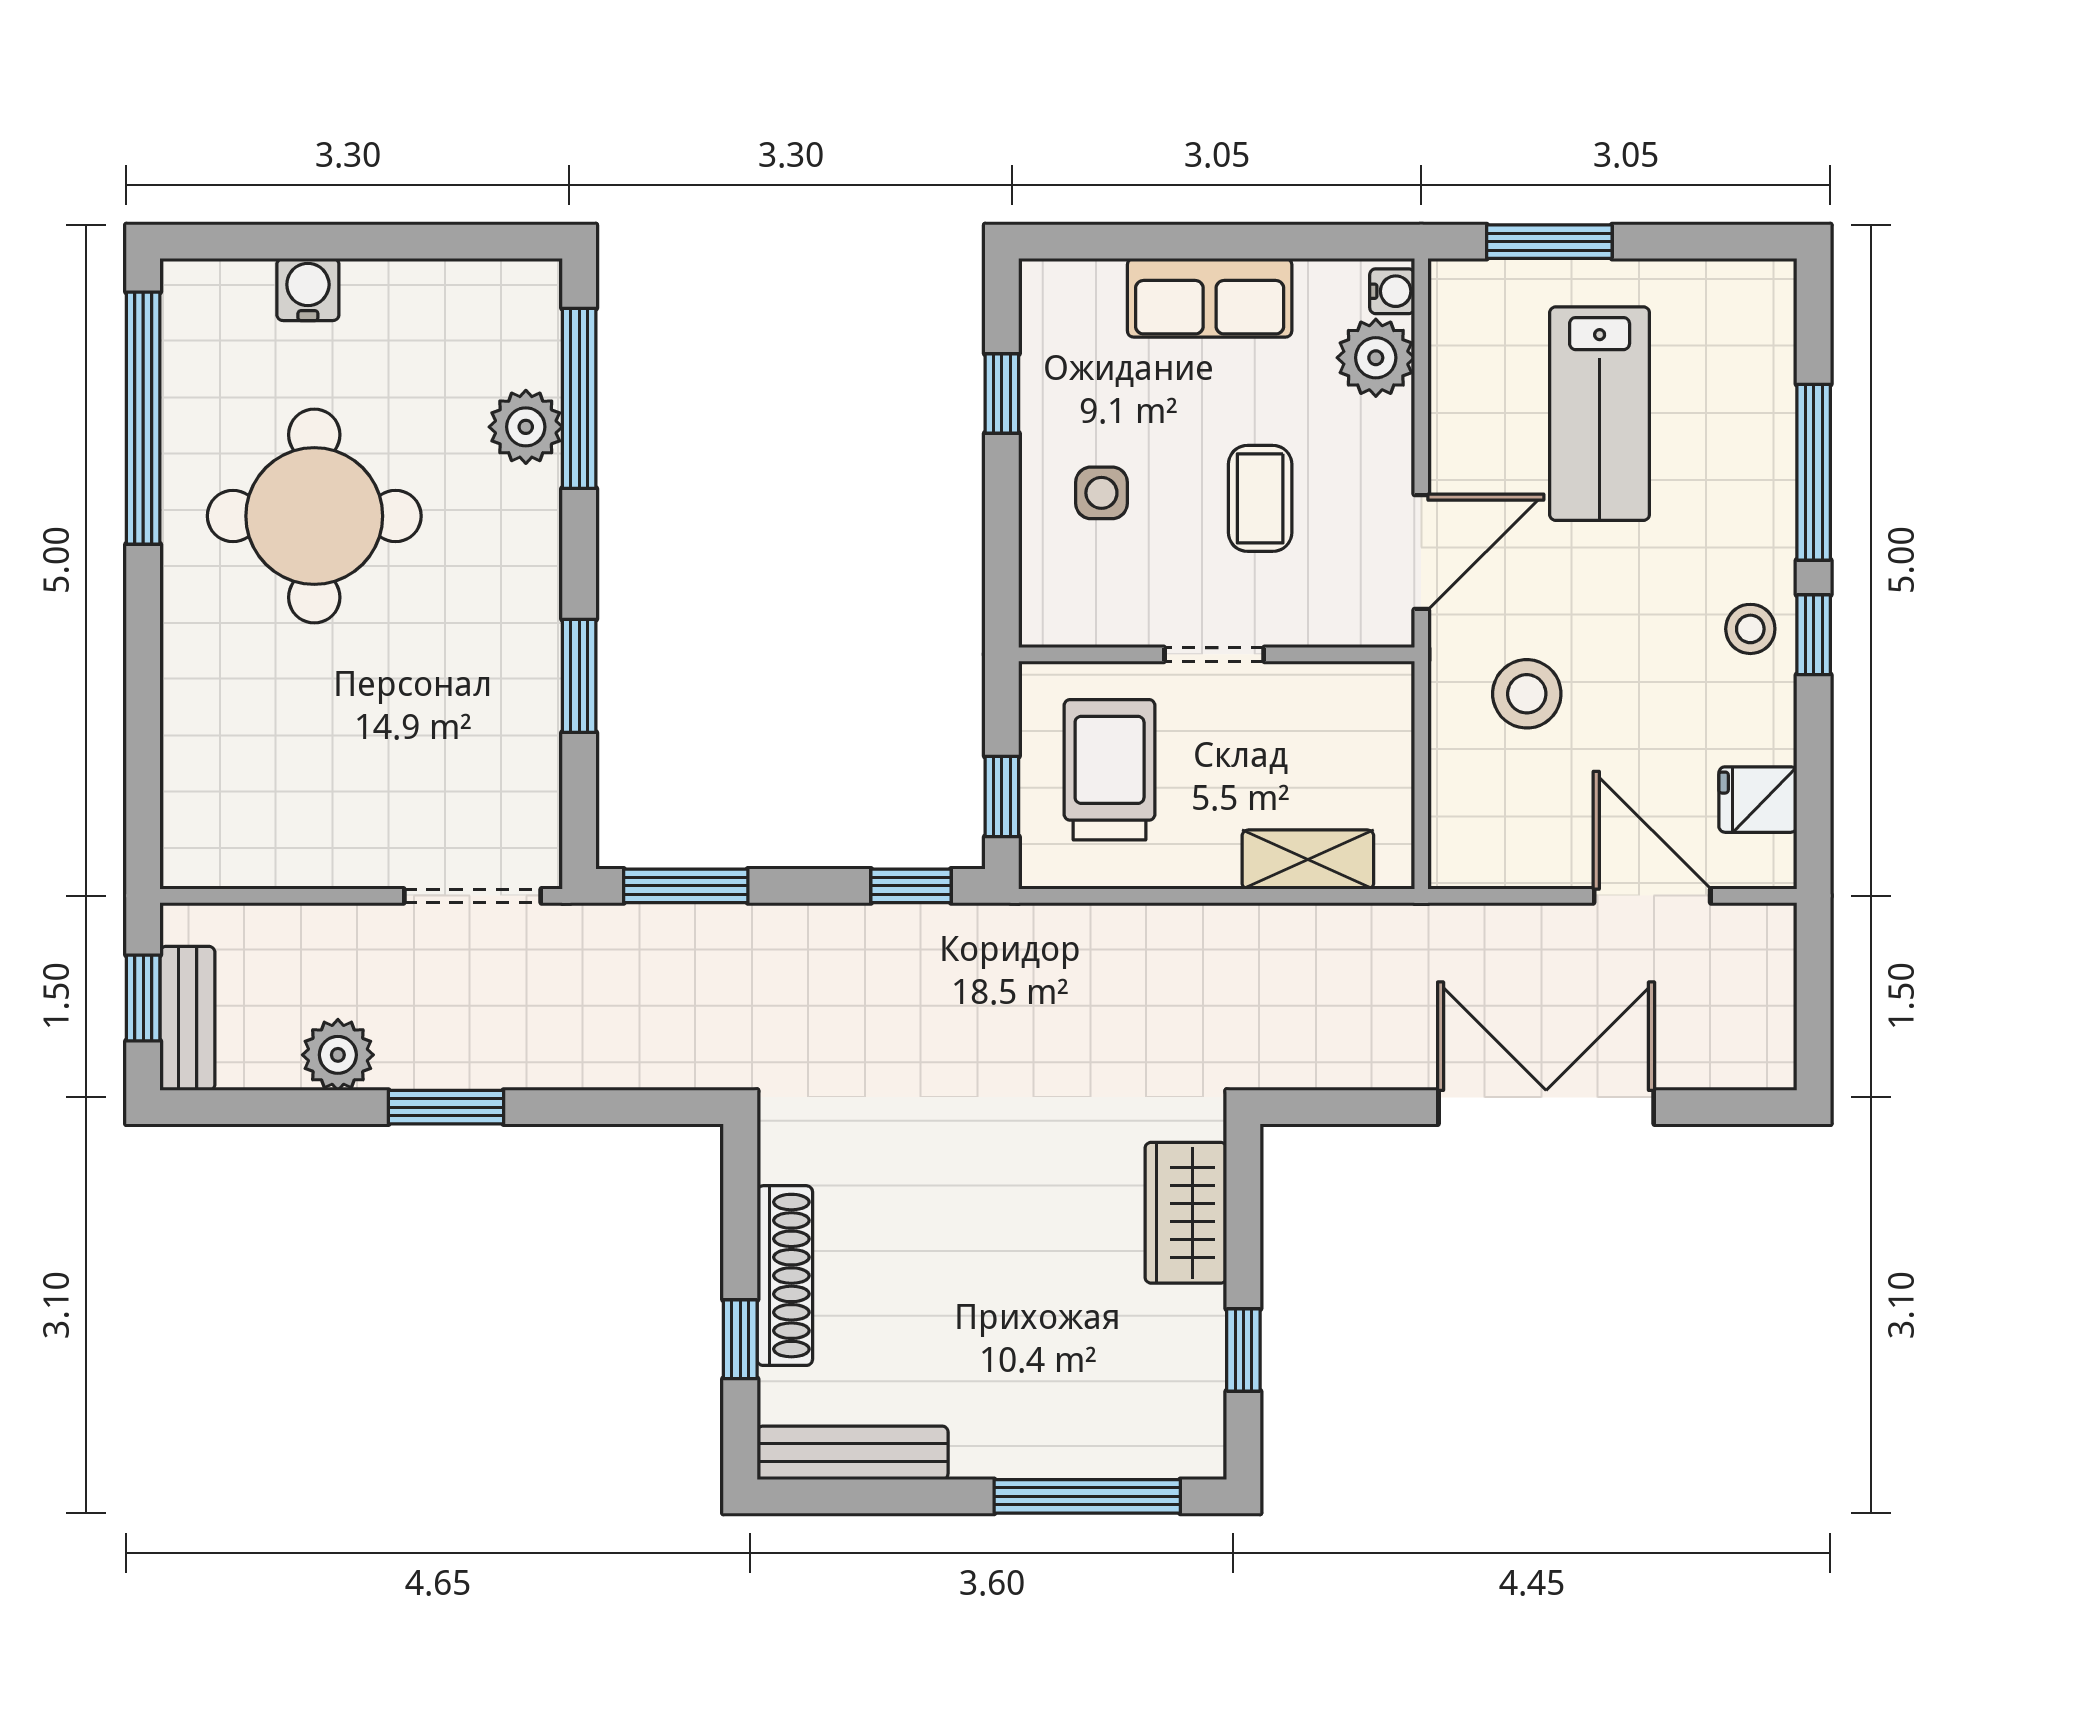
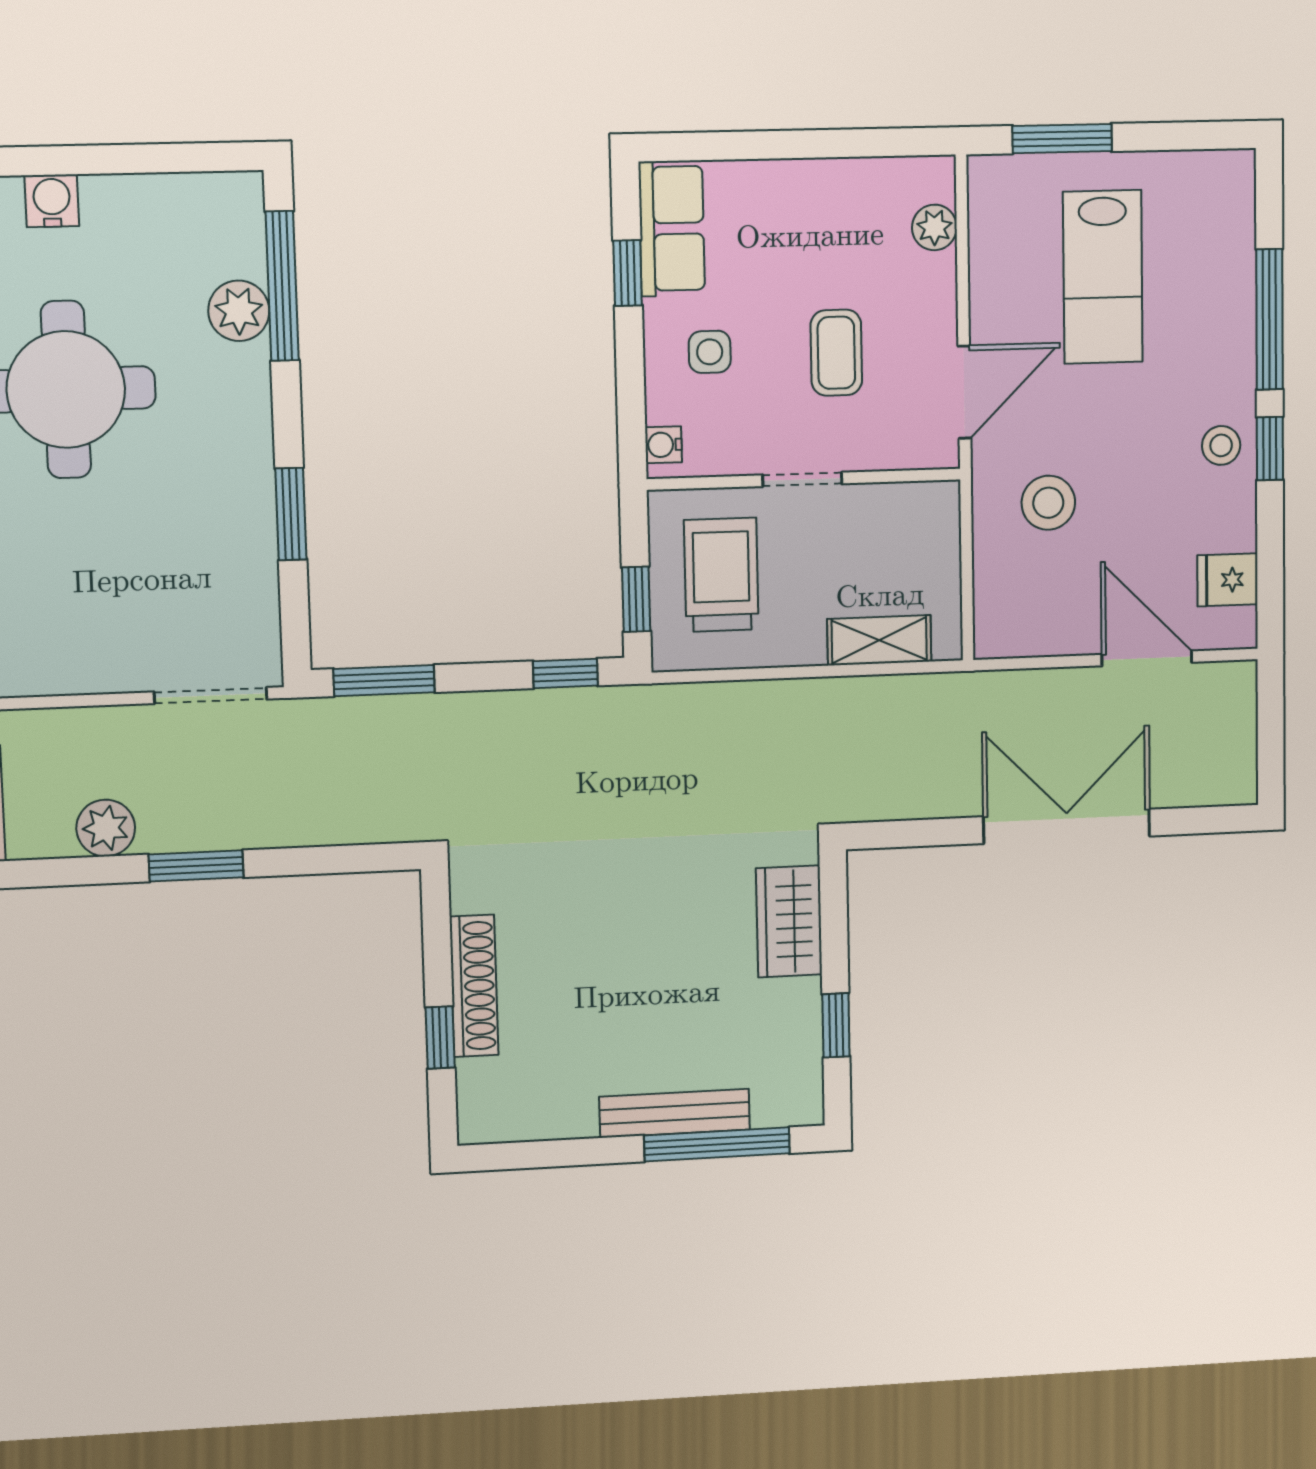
water cooler: (1392, 291) -> (663, 445), moved, turned 180
row of seats: (1210, 298) -> (672, 229), moved, turned -90
plant: (1376, 358) -> (934, 227), width x0.73, depth x0.73
bench: (853, 1453) -> (675, 1113), moved

